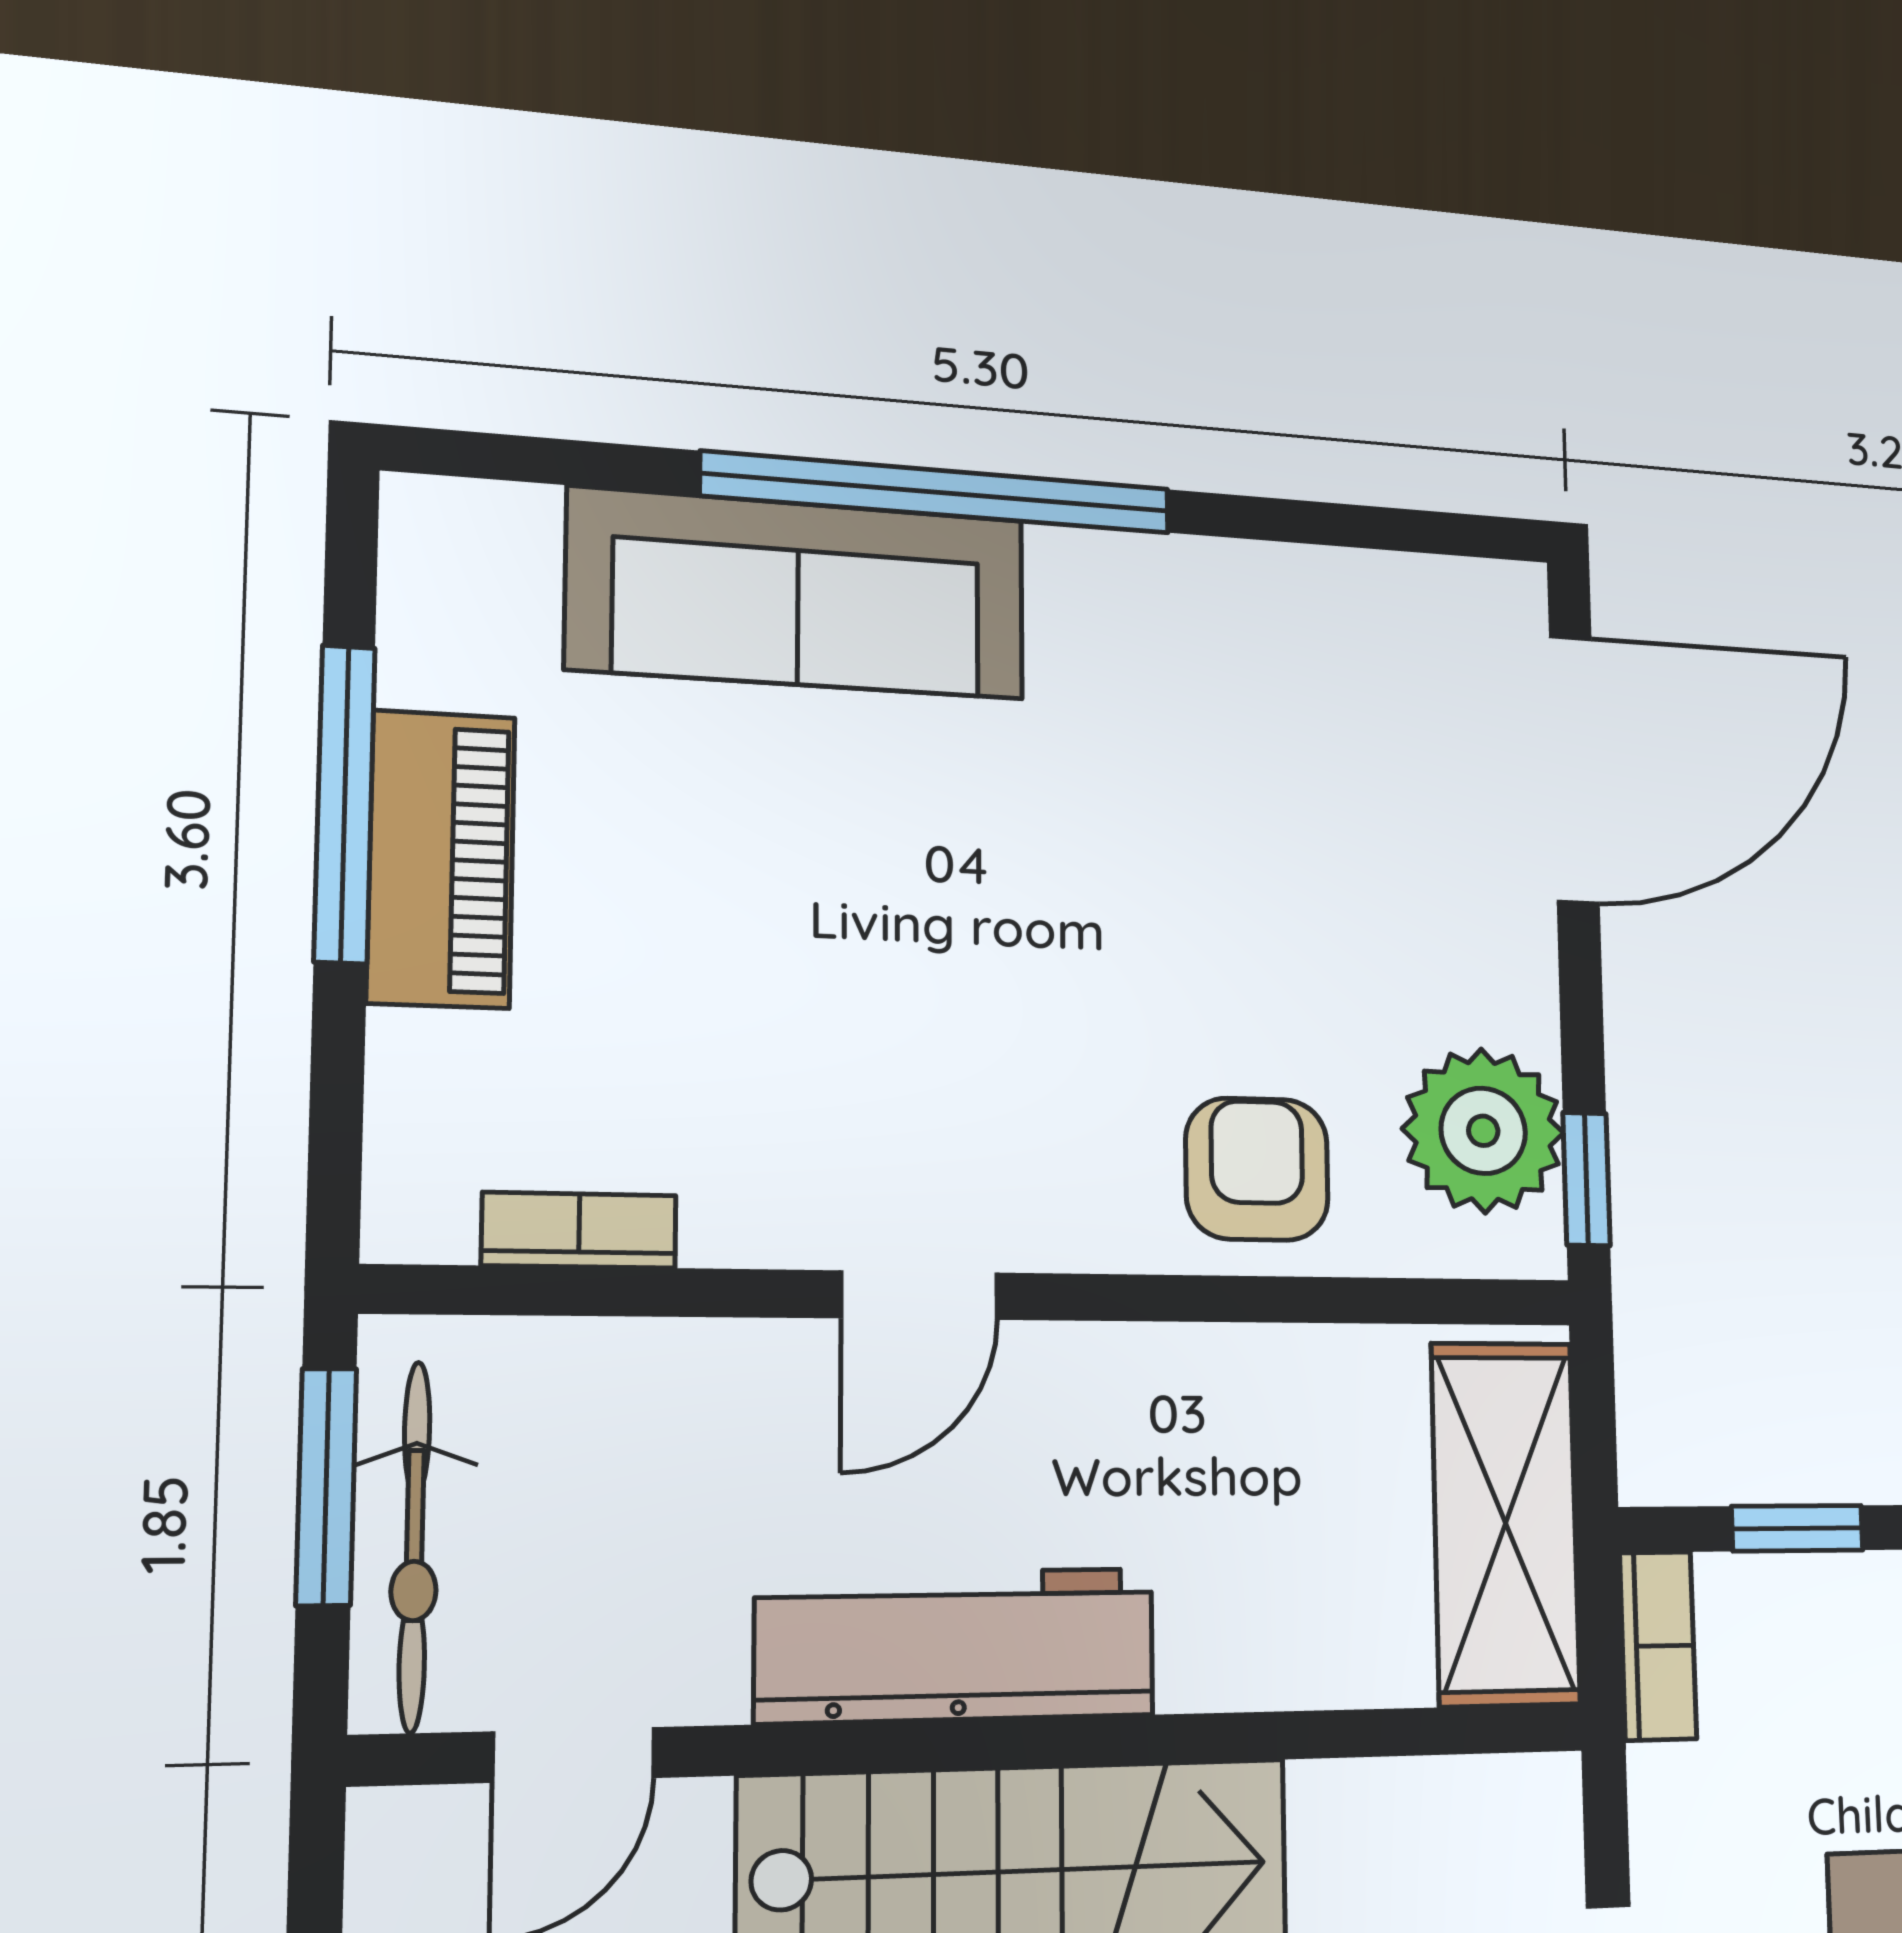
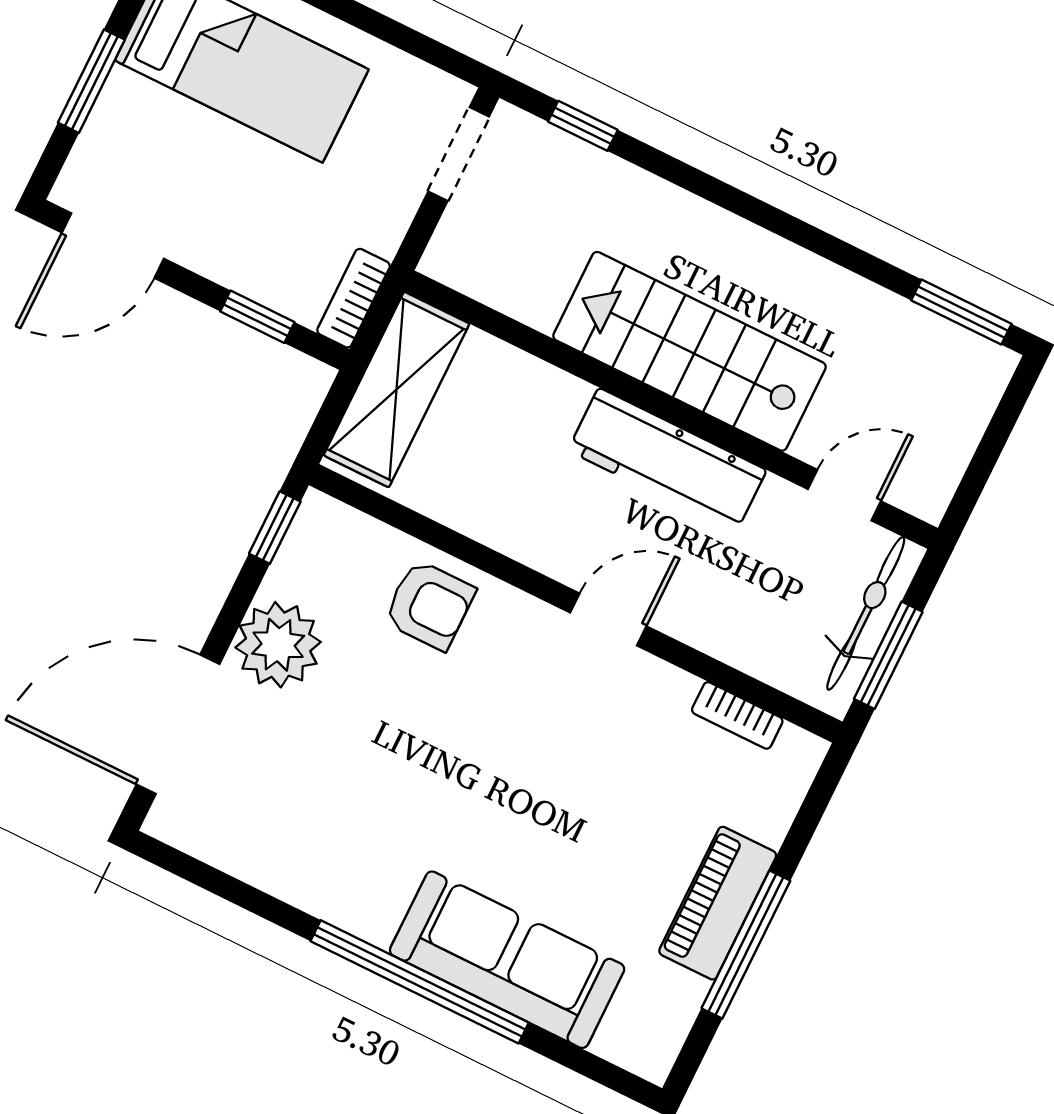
plant: (1483, 1131) -> (278, 645), moved
armchair: (1257, 1169) -> (429, 605), turned -90

